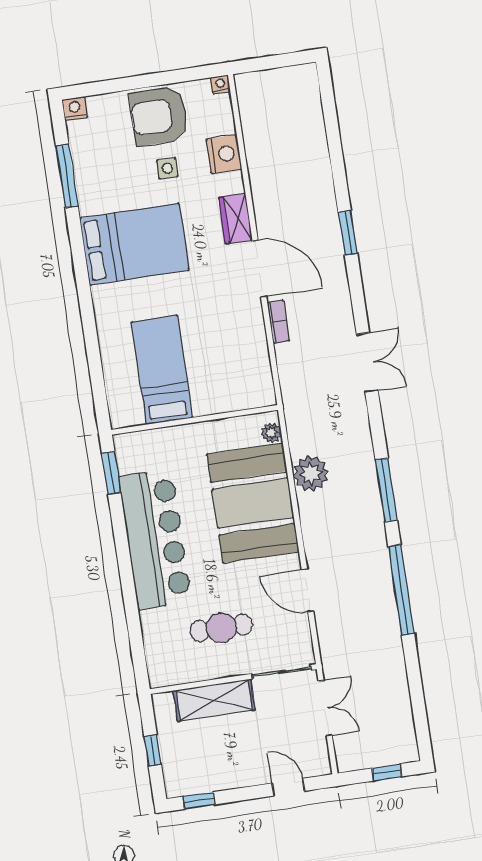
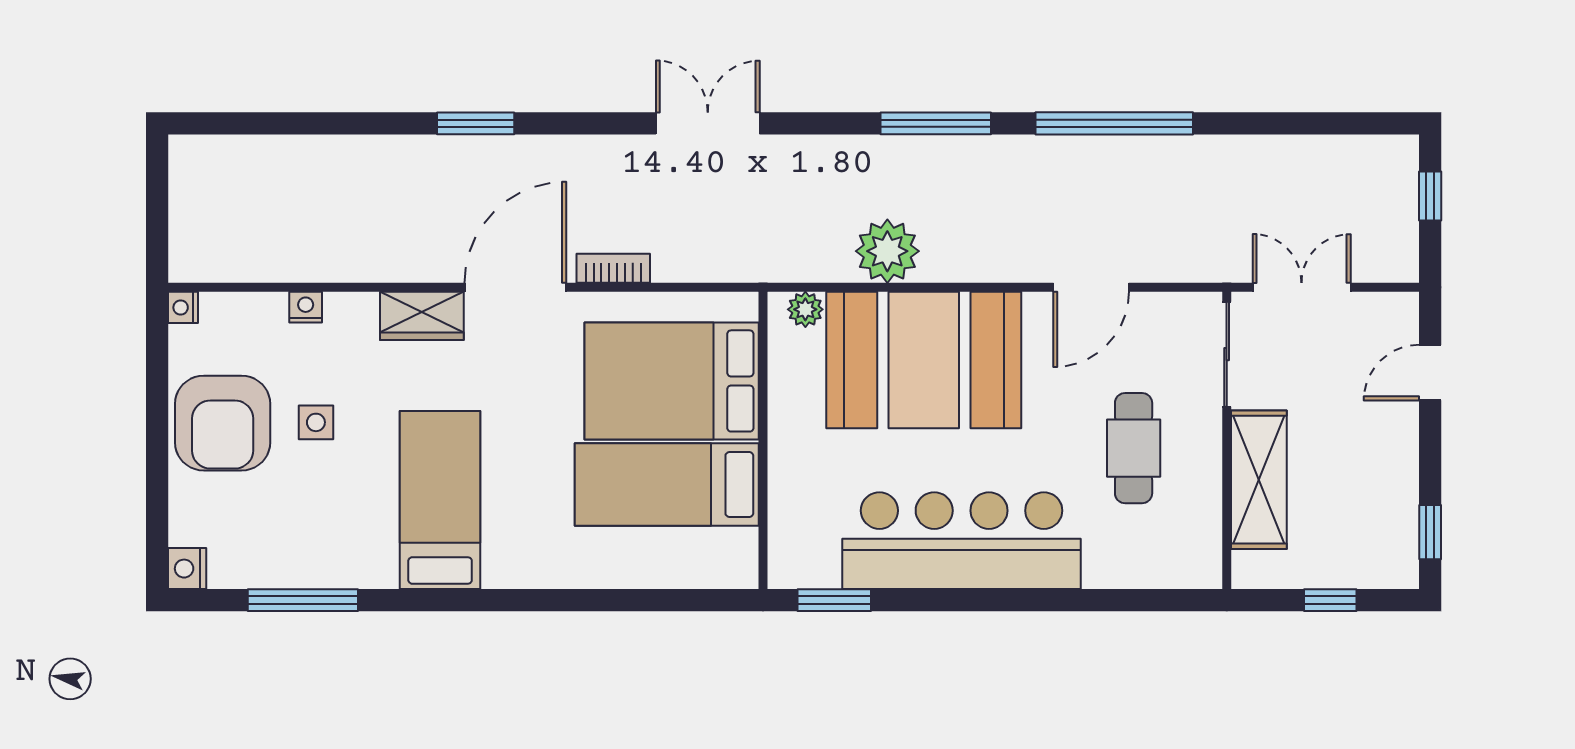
nightstand: (224, 154) -> (306, 307), width x0.53, depth x0.56
bed: (134, 244) -> (440, 500), width x0.67
bed: (220, 364) -> (672, 381), added

